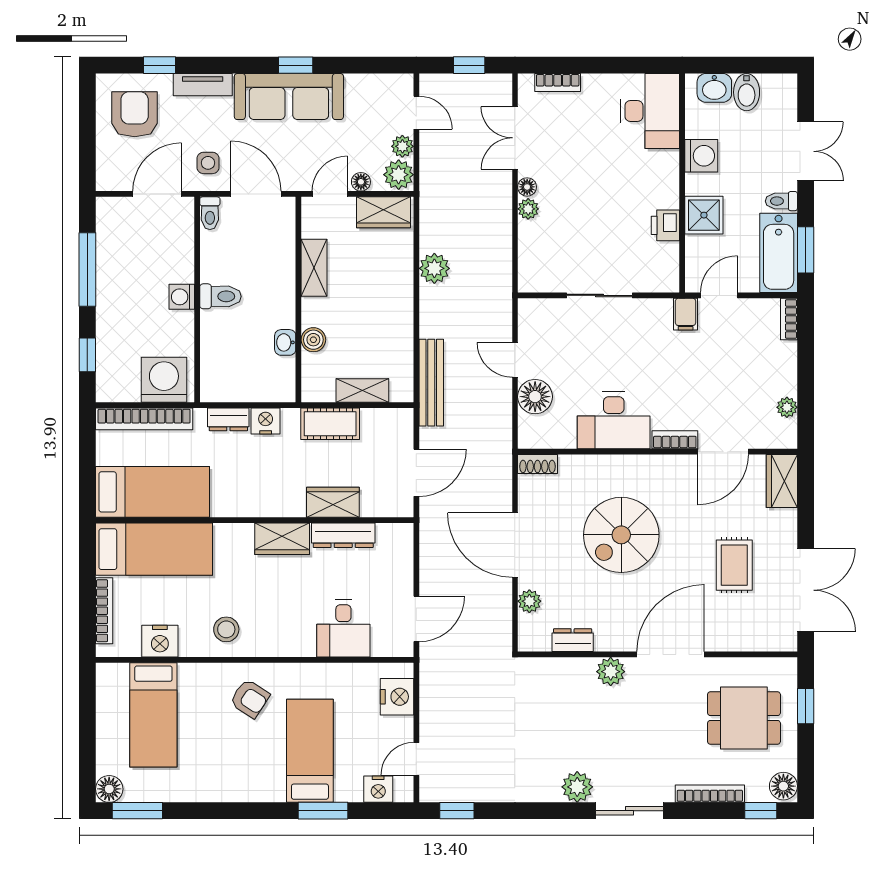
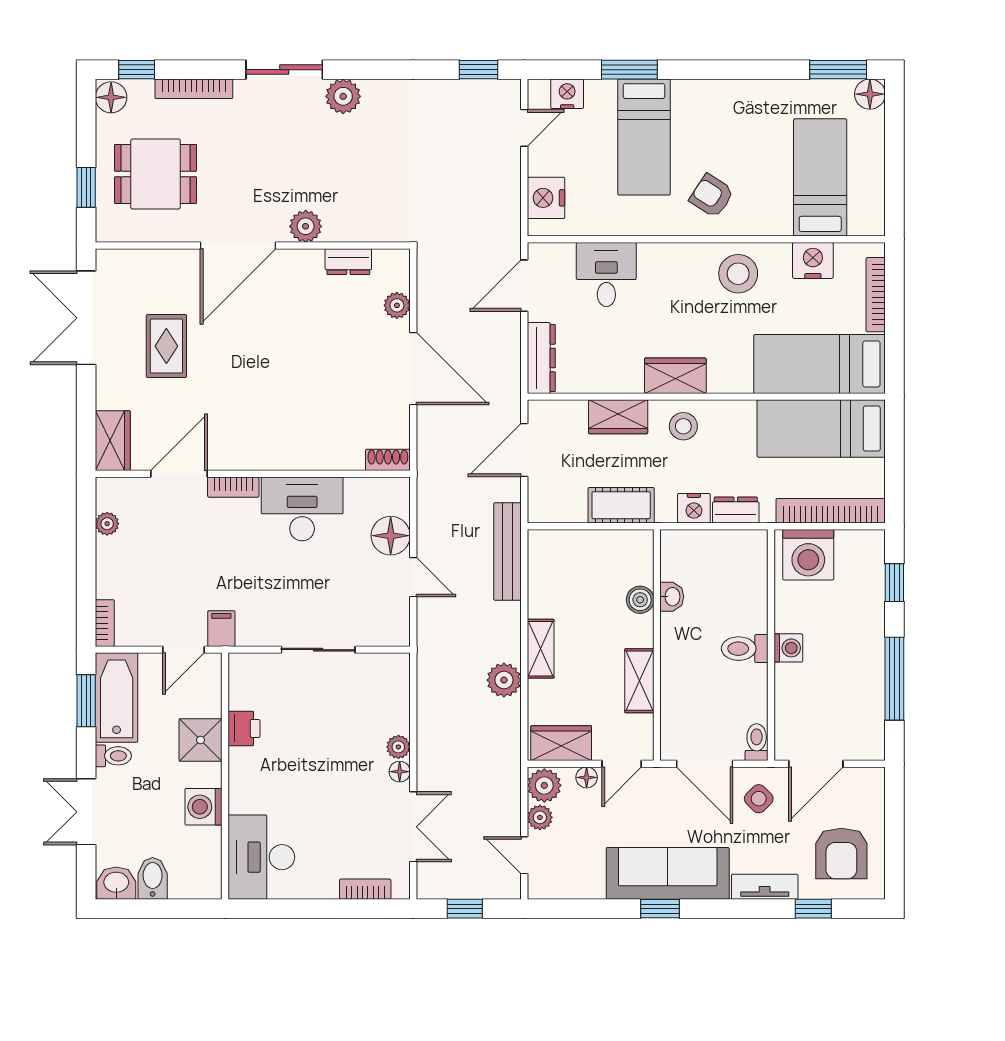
washbasin: (714, 88) -> (116, 883), moved
side table: (208, 163) -> (759, 799), turned 45
shelving: (362, 391) -> (541, 649), moved, turned 90
stool: (275, 494) -> (683, 426), added
dresser: (343, 535) -> (541, 358), moved, turned 90
spiral stairs: (621, 535) -> (294, 380), removed
stool: (226, 629) -> (738, 274), width x1.38, depth x1.38

